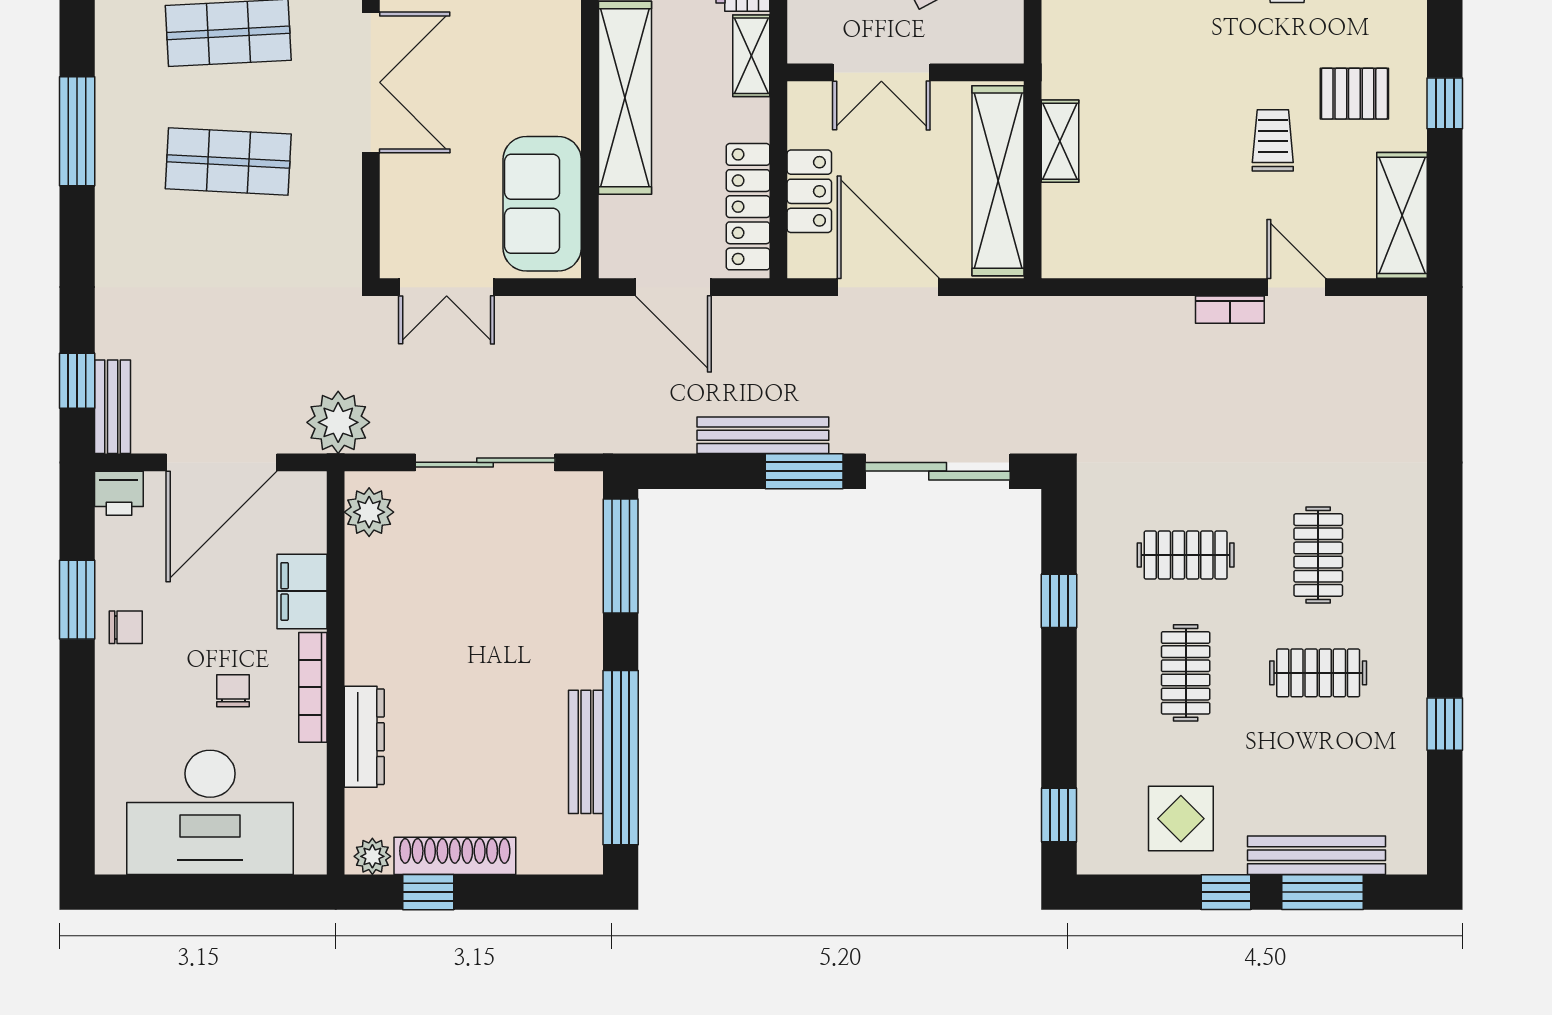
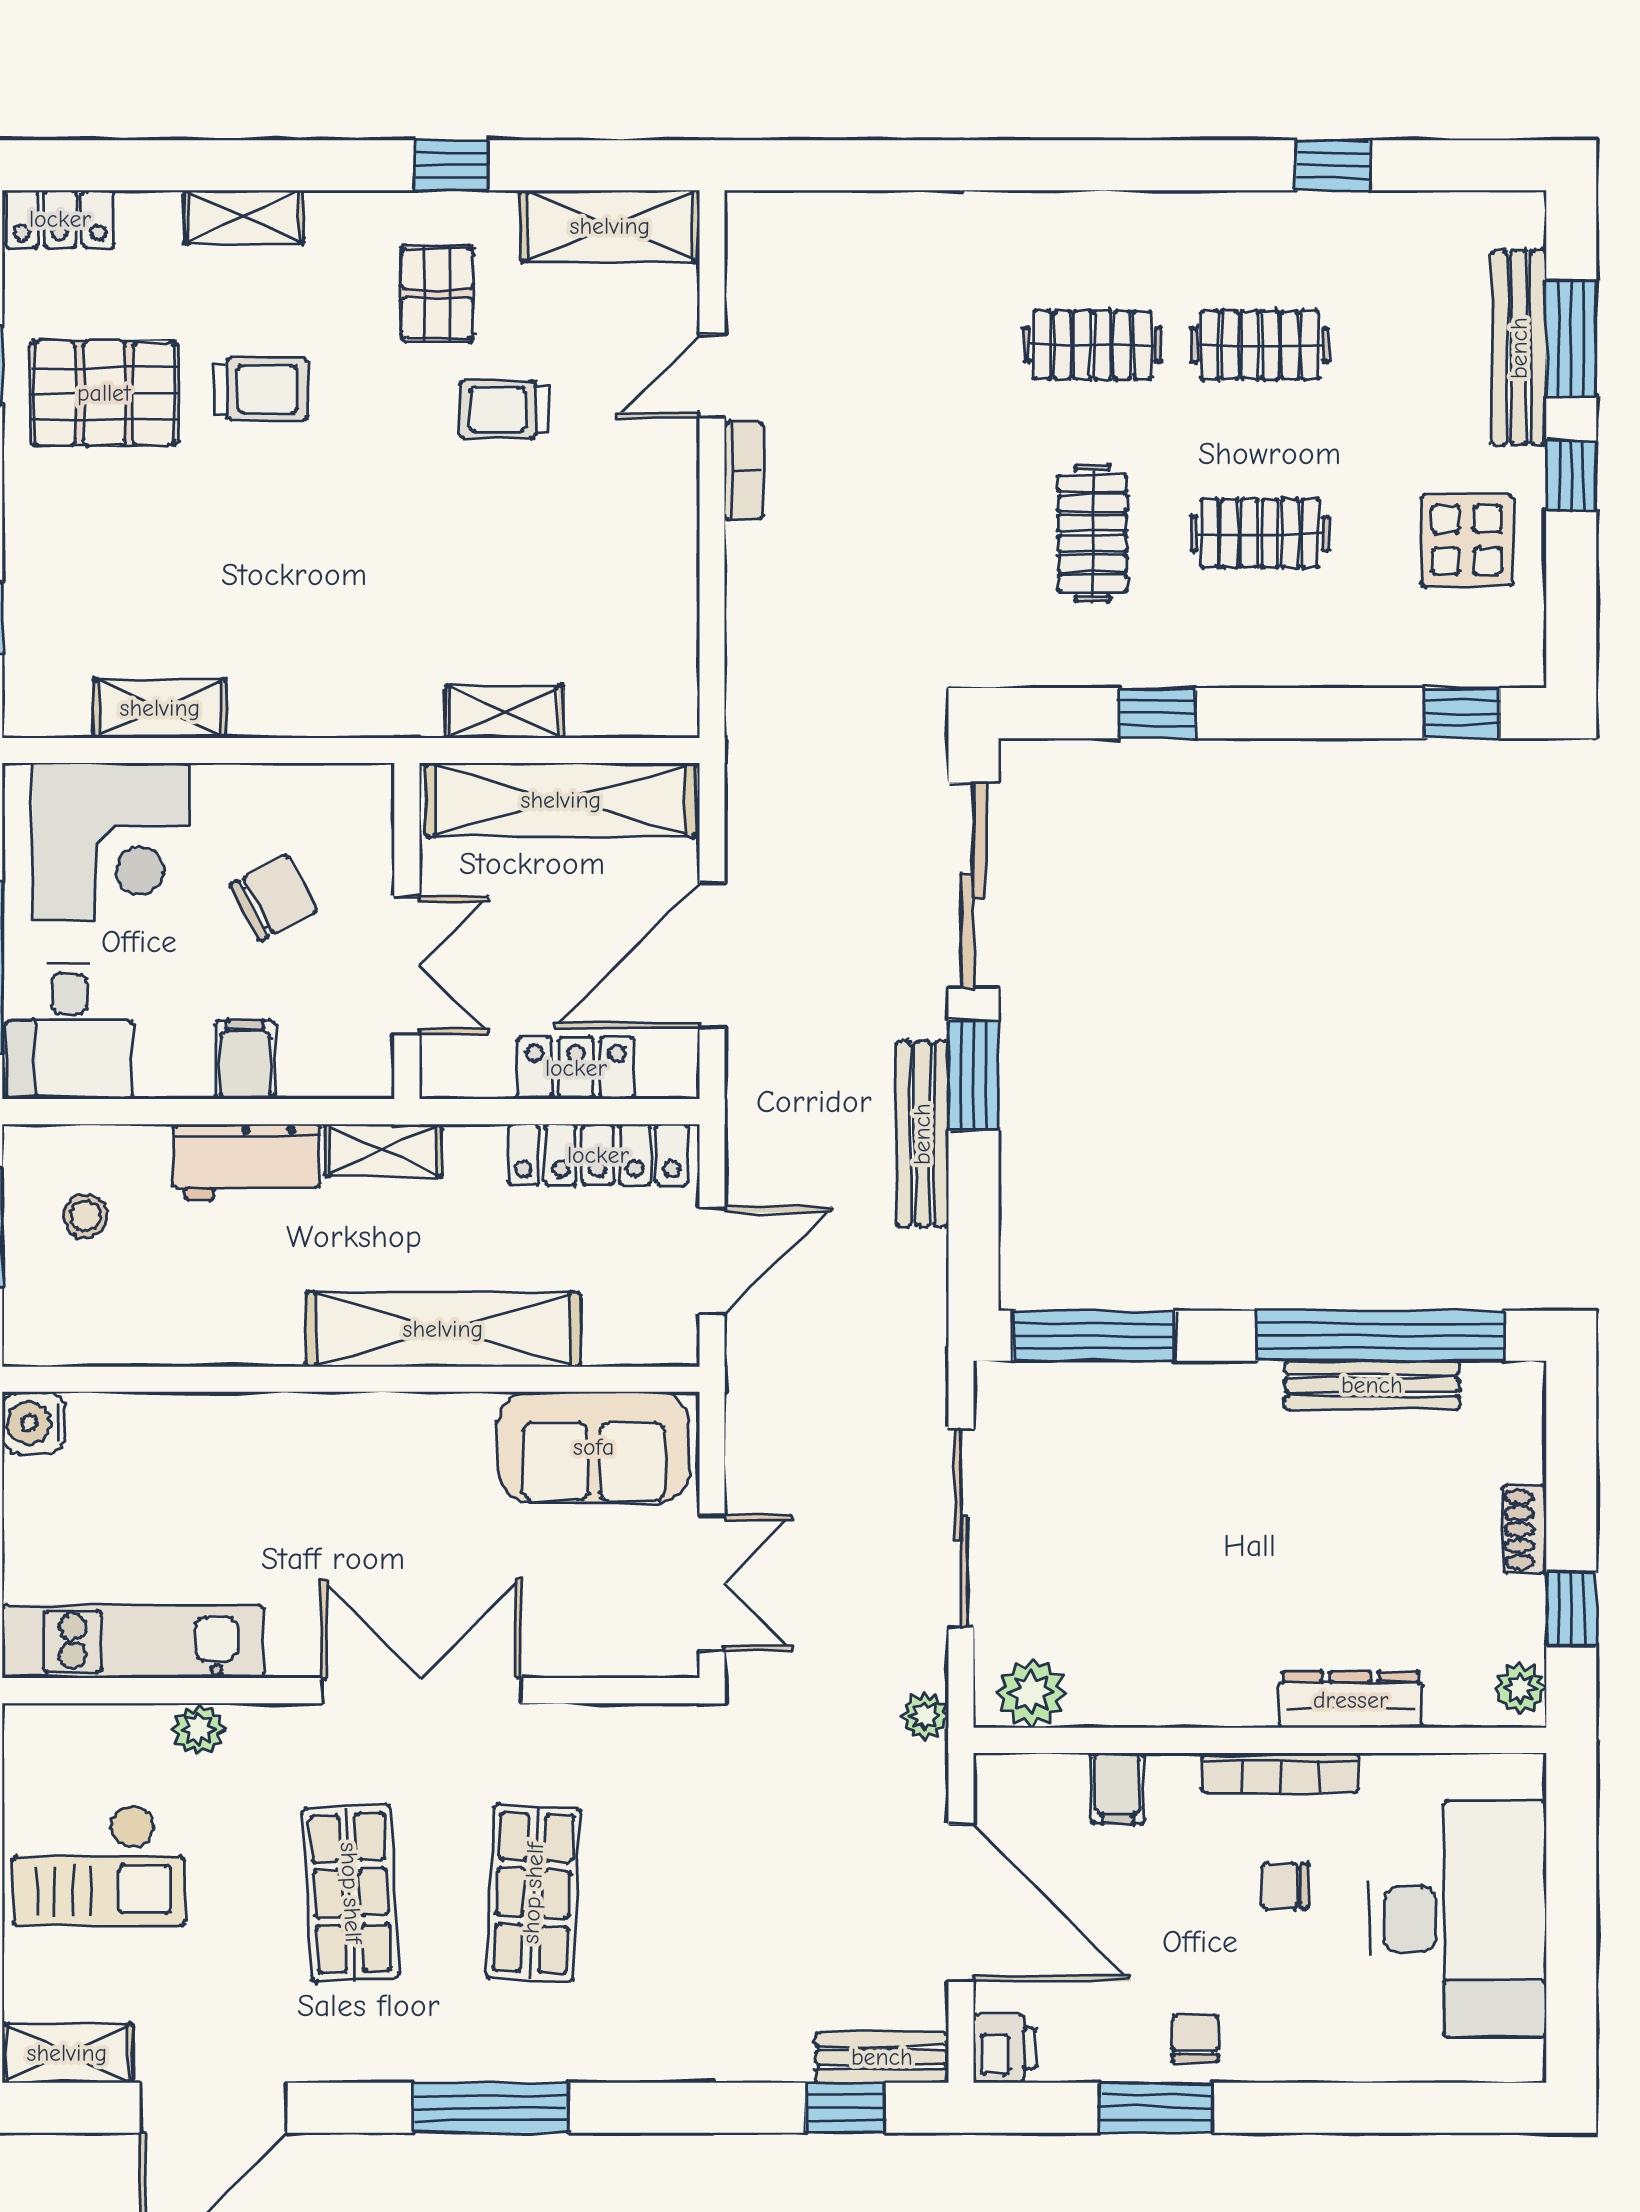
plant: (338, 422) -> (925, 1716), width x0.53, depth x0.53
filing cabinet: (302, 591) -> (1118, 1788), width x0.50
clothes rail: (1318, 673) -> (1260, 345), turned 90
shoe rack: (455, 856) -> (1525, 1529), width x0.51, depth x0.81

